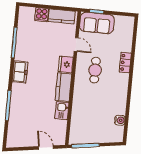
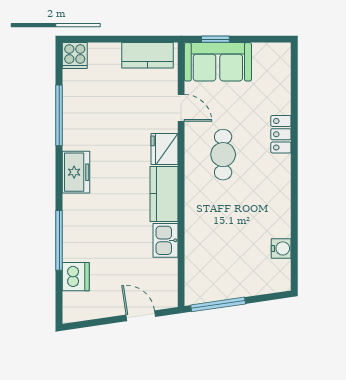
cooker: (42, 15) -> (75, 56), moved
dishwasher: (15, 125) -> (76, 277), added

